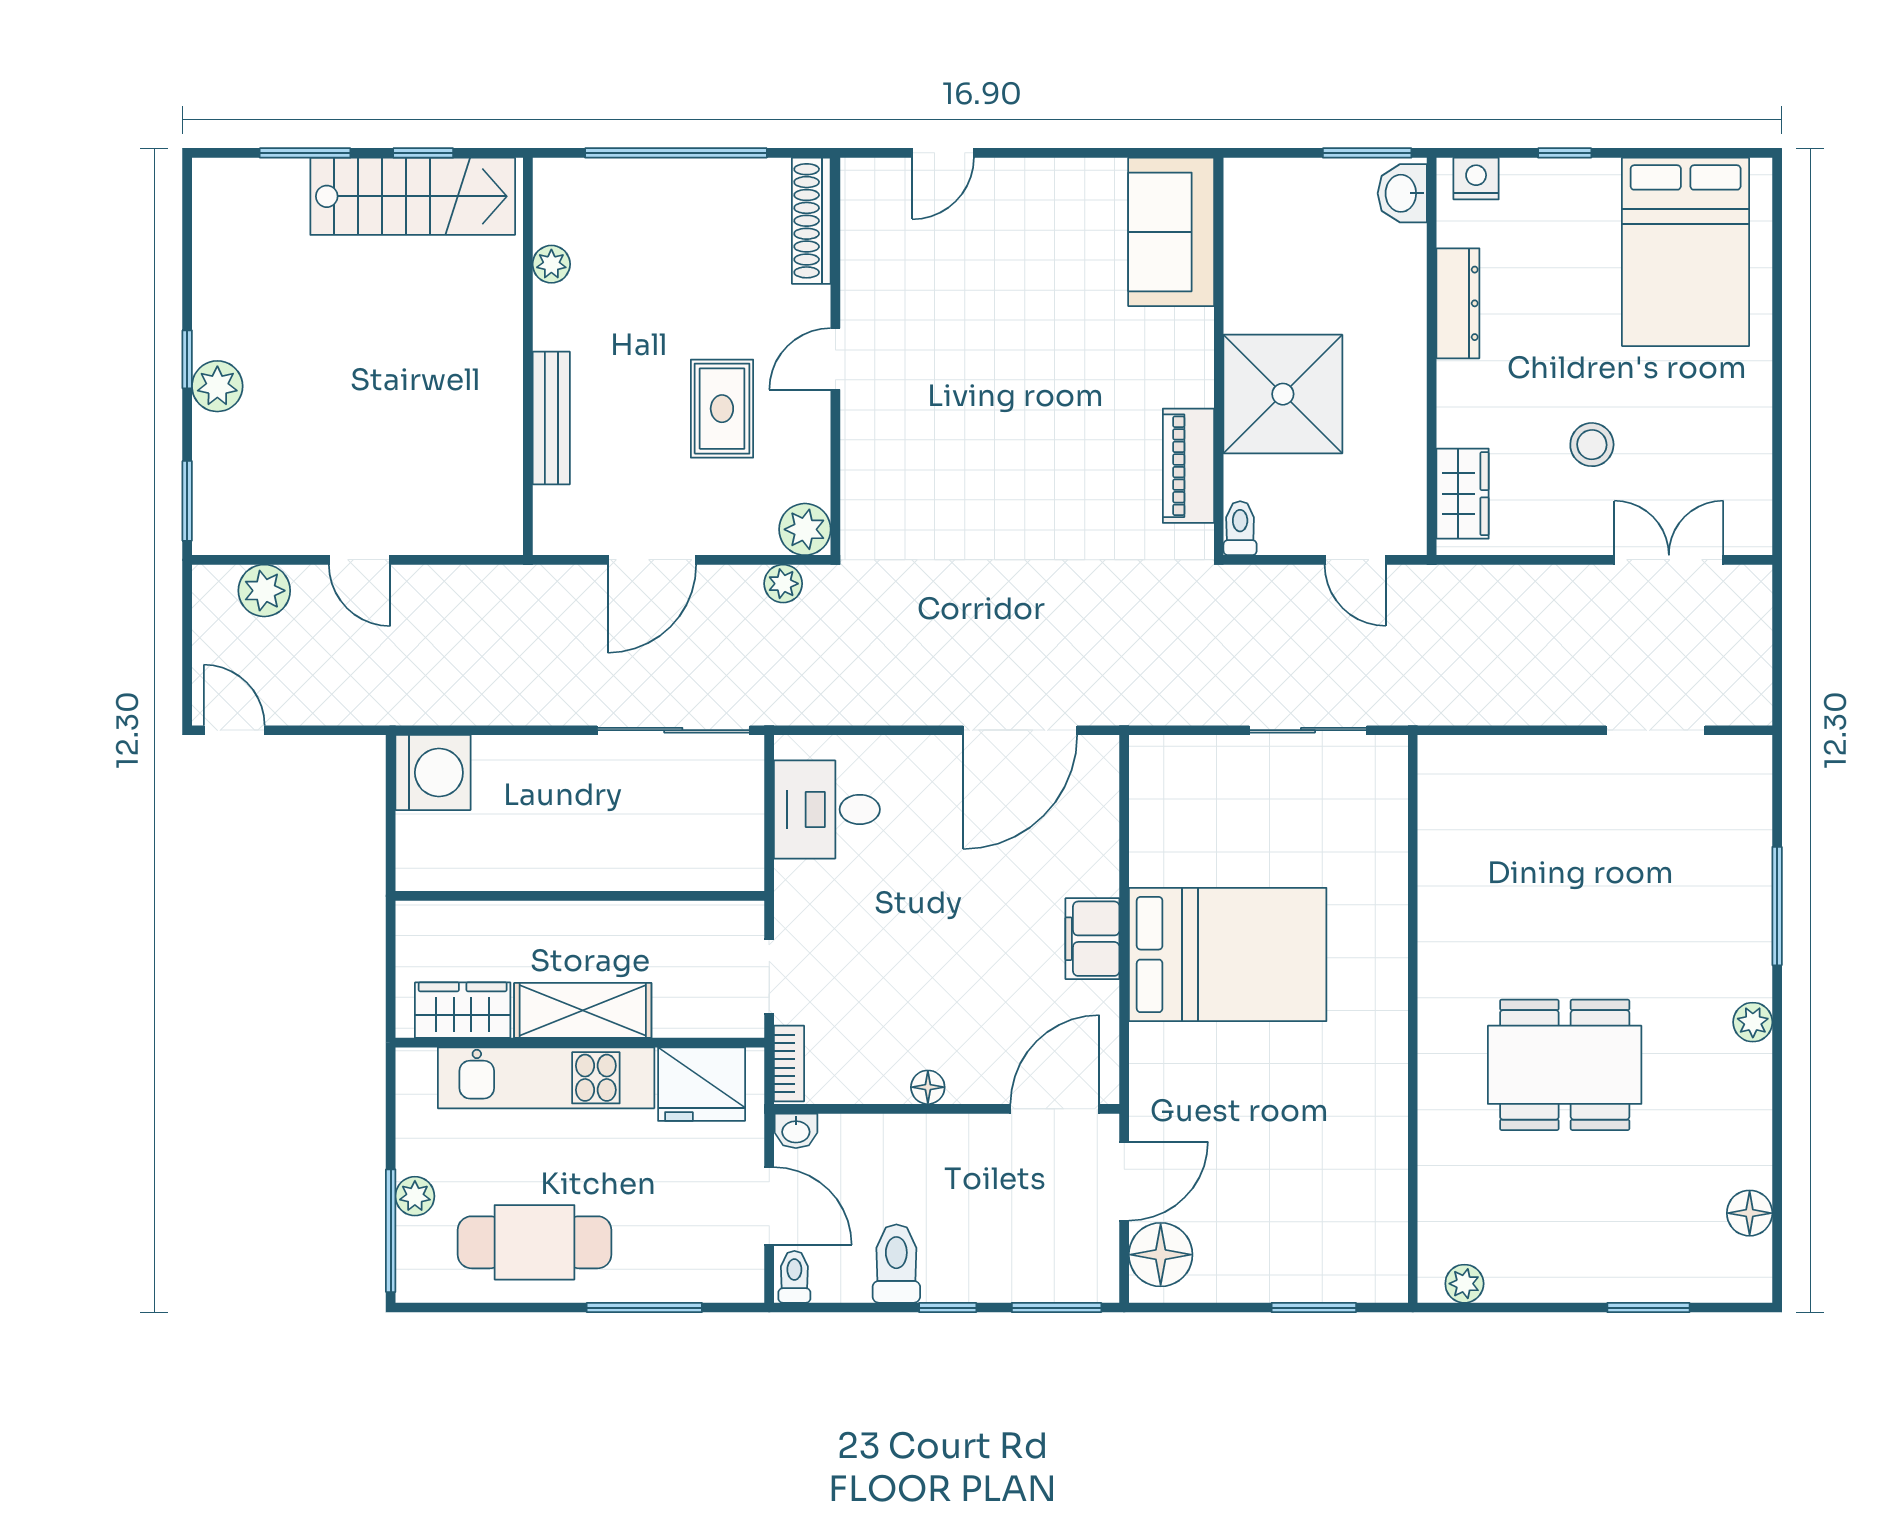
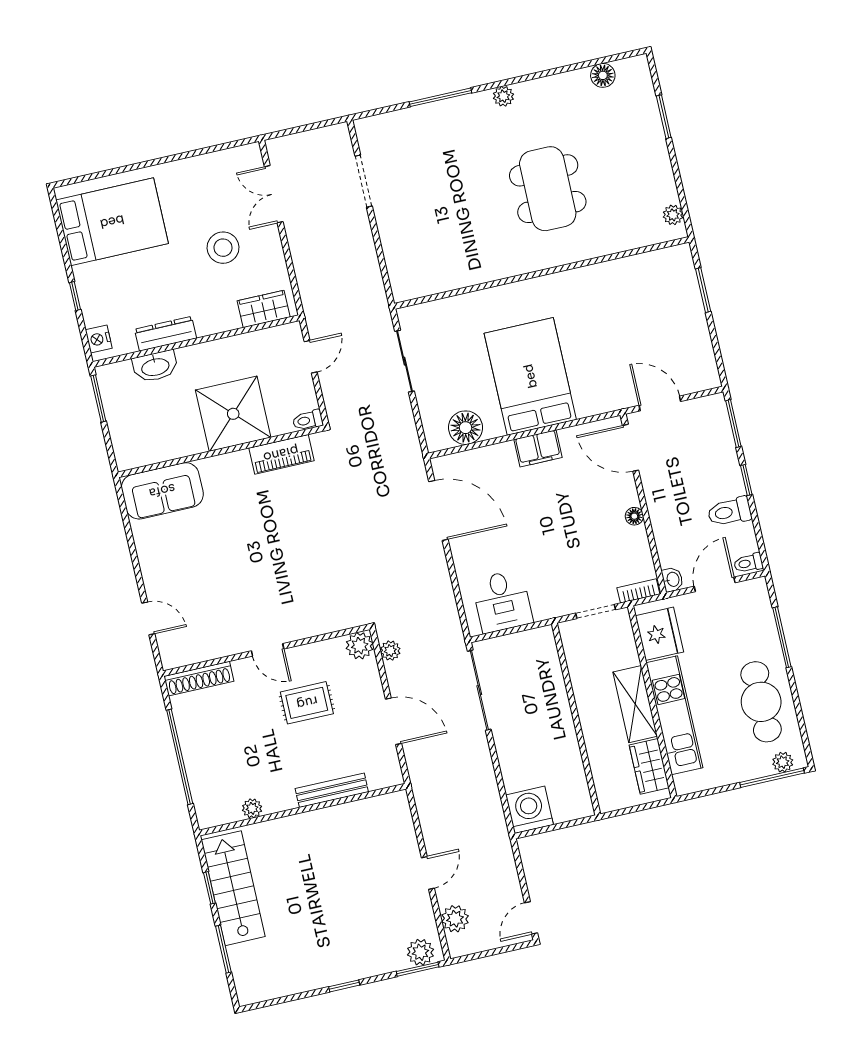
washbasin: (1402, 193) -> (155, 366), moved, width x1.38
plant: (217, 386) -> (420, 952), moved
stool: (1592, 445) -> (223, 248), width x1.38, depth x1.38
plant: (415, 1196) -> (783, 762), moved
floor lamp: (1161, 1255) -> (466, 428), moved

